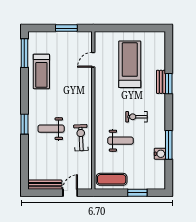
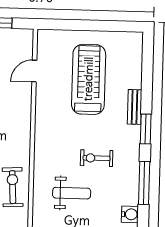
window: (169, 84) -> (146, 129), moved
window: (169, 145) -> (144, 183), moved

